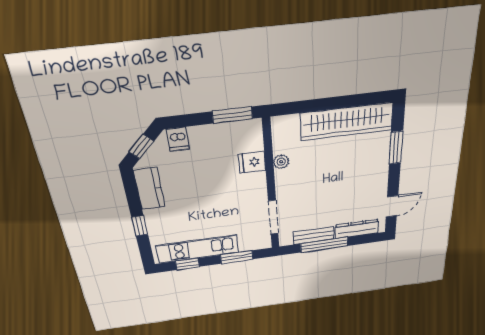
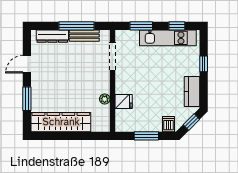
window: (232, 115) -> (146, 136), moved
door: (392, 206) -> (27, 64), moved

